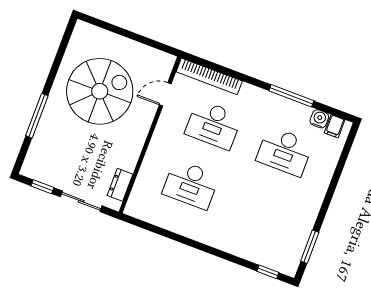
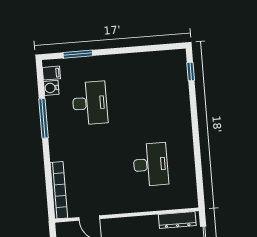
desk: (213, 125) -> (95, 169), removed
dresser: (120, 185) -> (177, 220), width x1.44
window: (310, 247) -> (78, 54), moved

